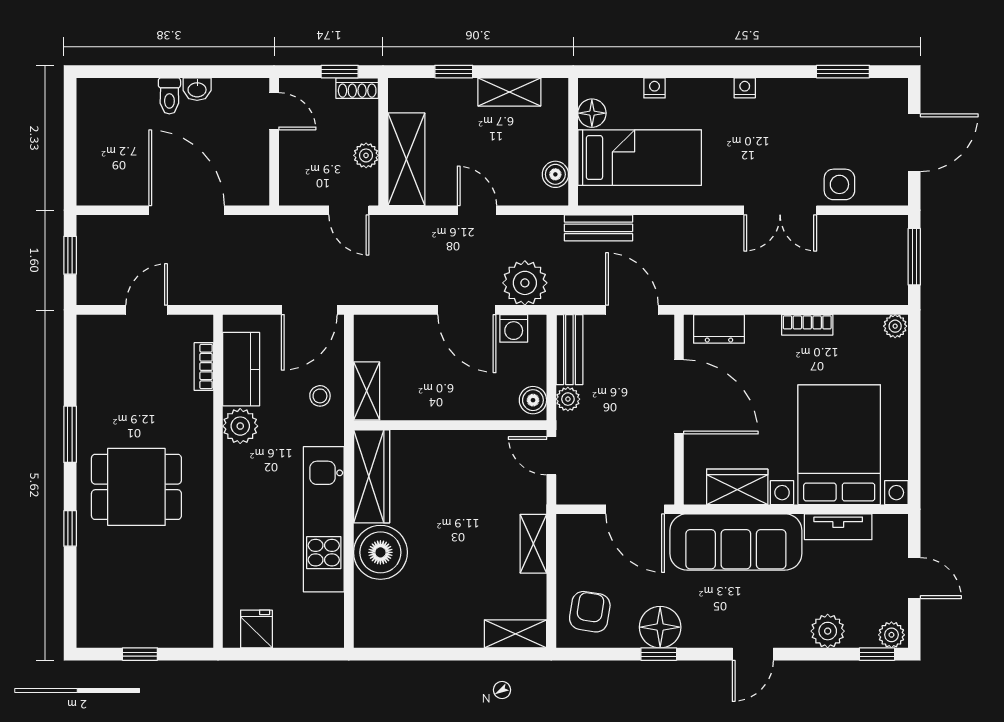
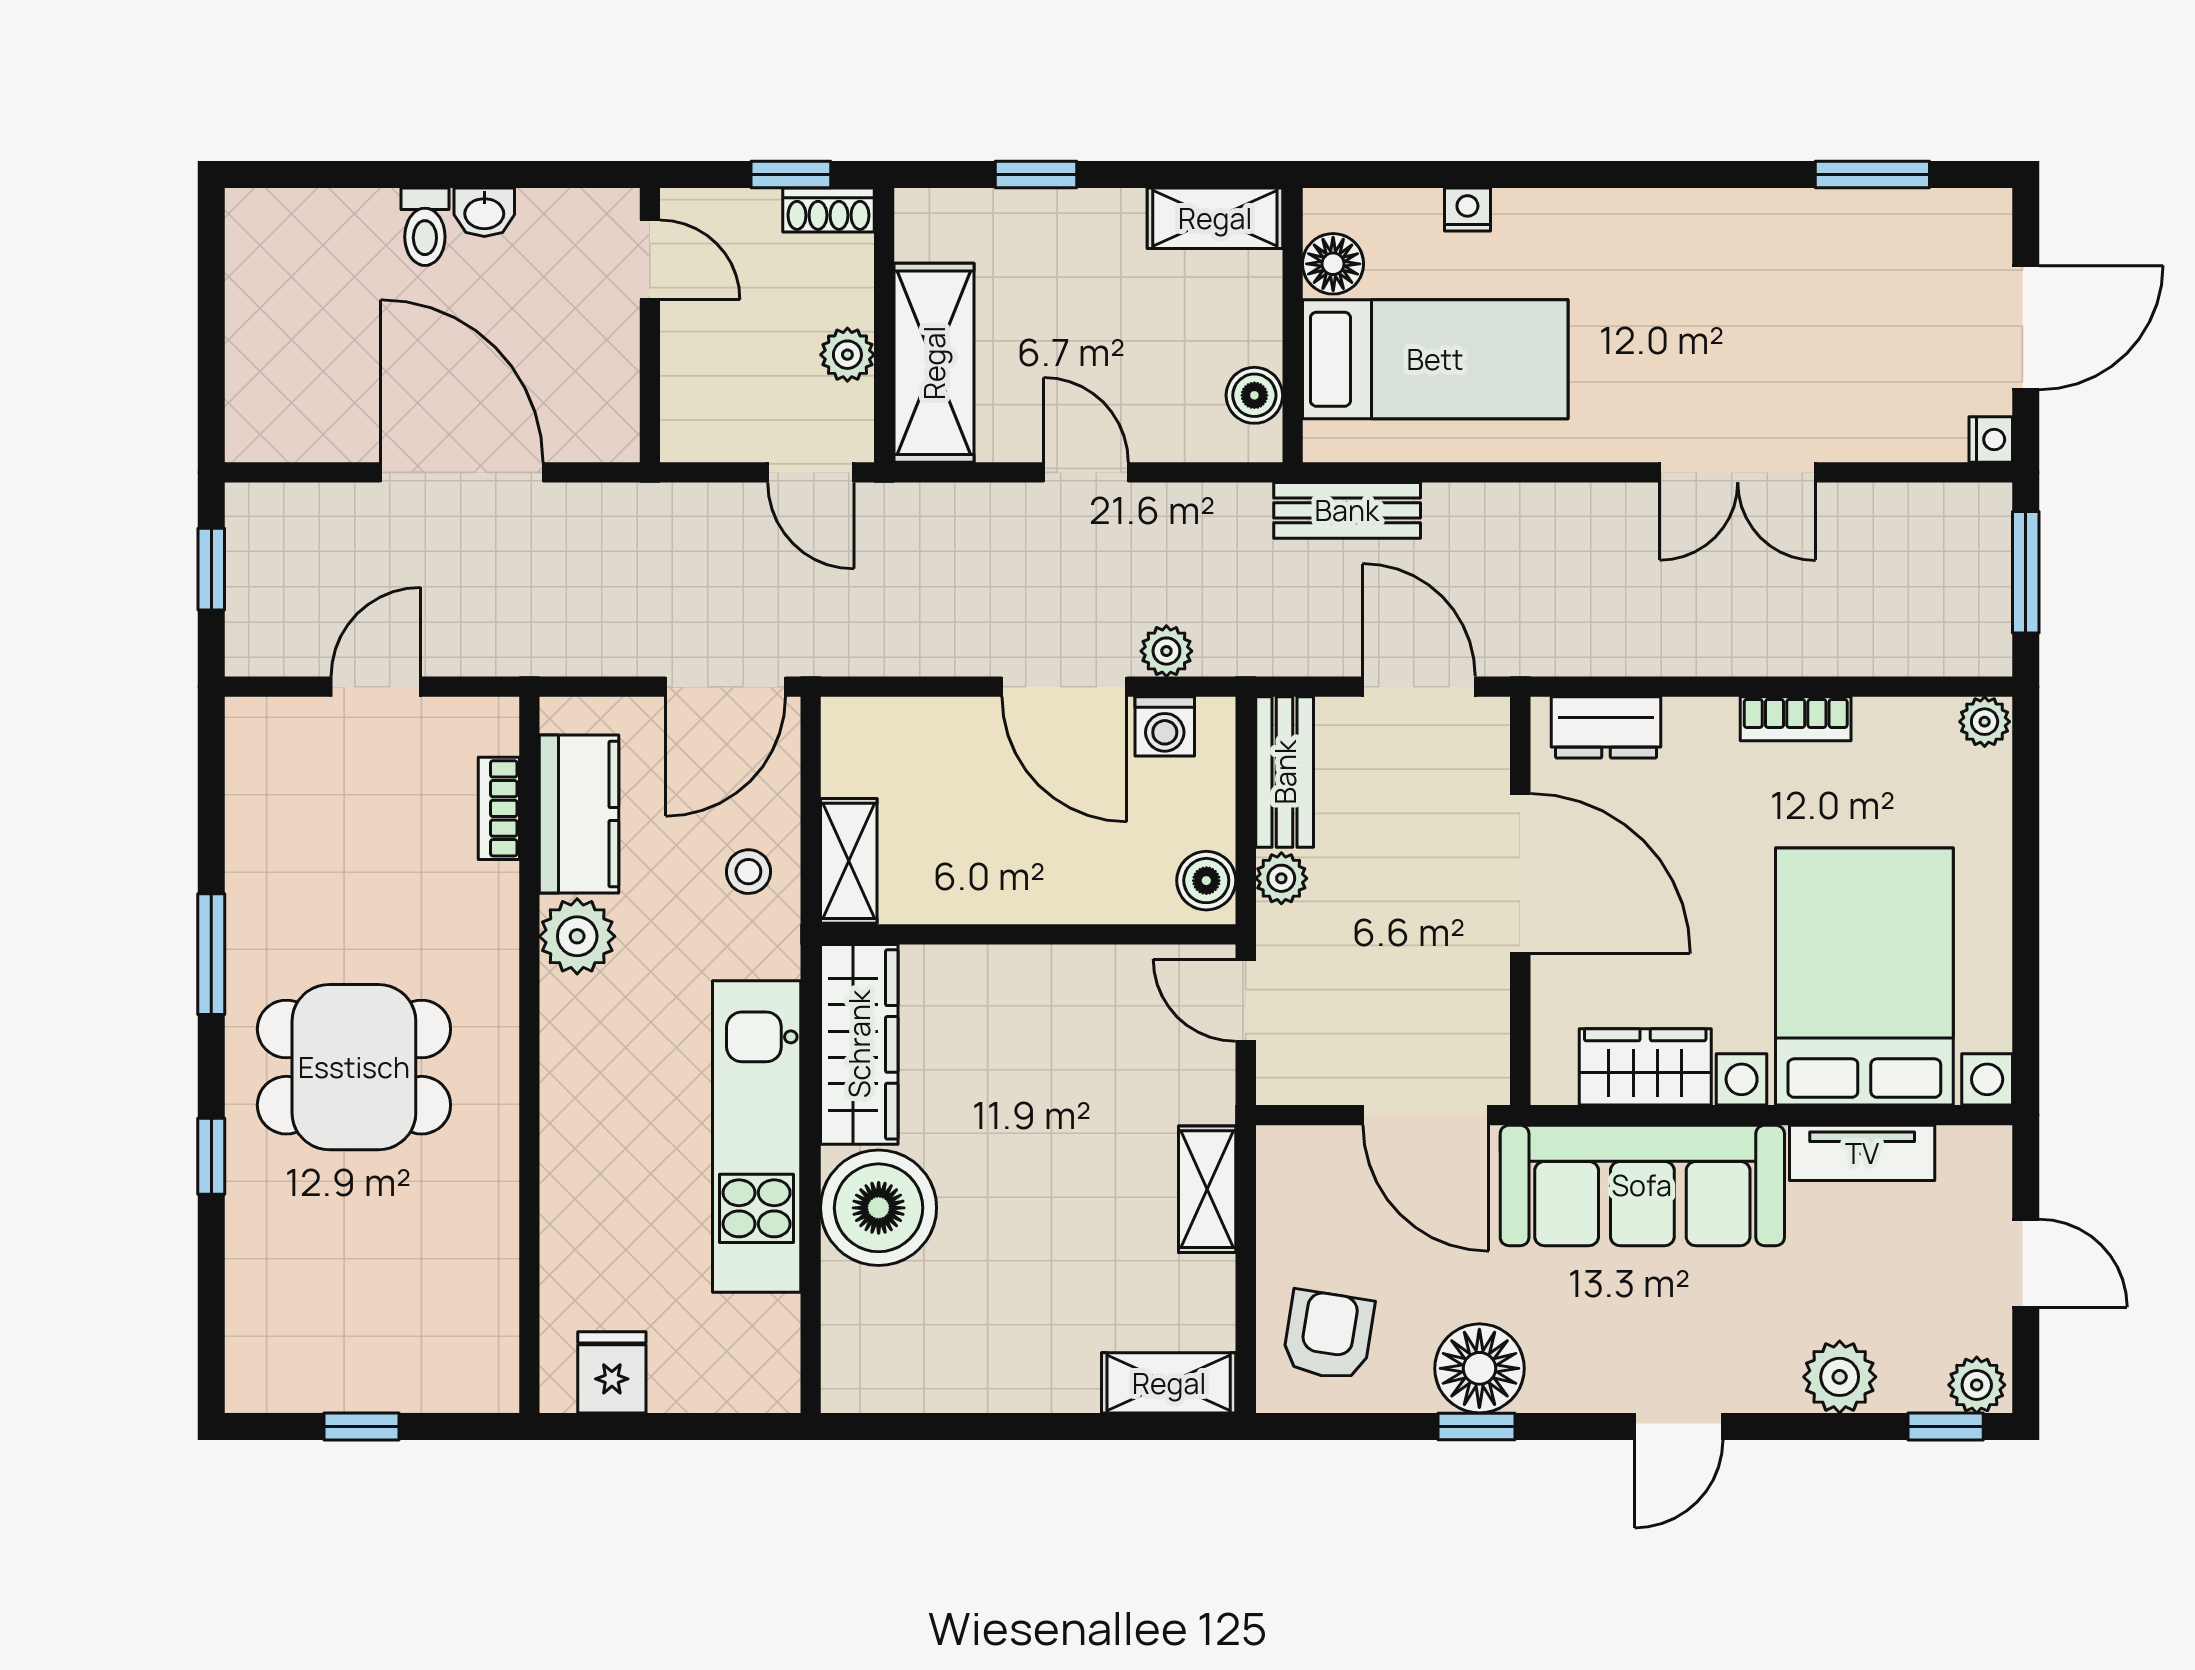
nightstand: (745, 88) -> (1991, 440), moved, turned 90
shelving: (509, 92) -> (1215, 218), moved
side table: (839, 184) -> (1865, 417), removed
plant: (525, 283) -> (1166, 651), width x0.53, depth x0.53

